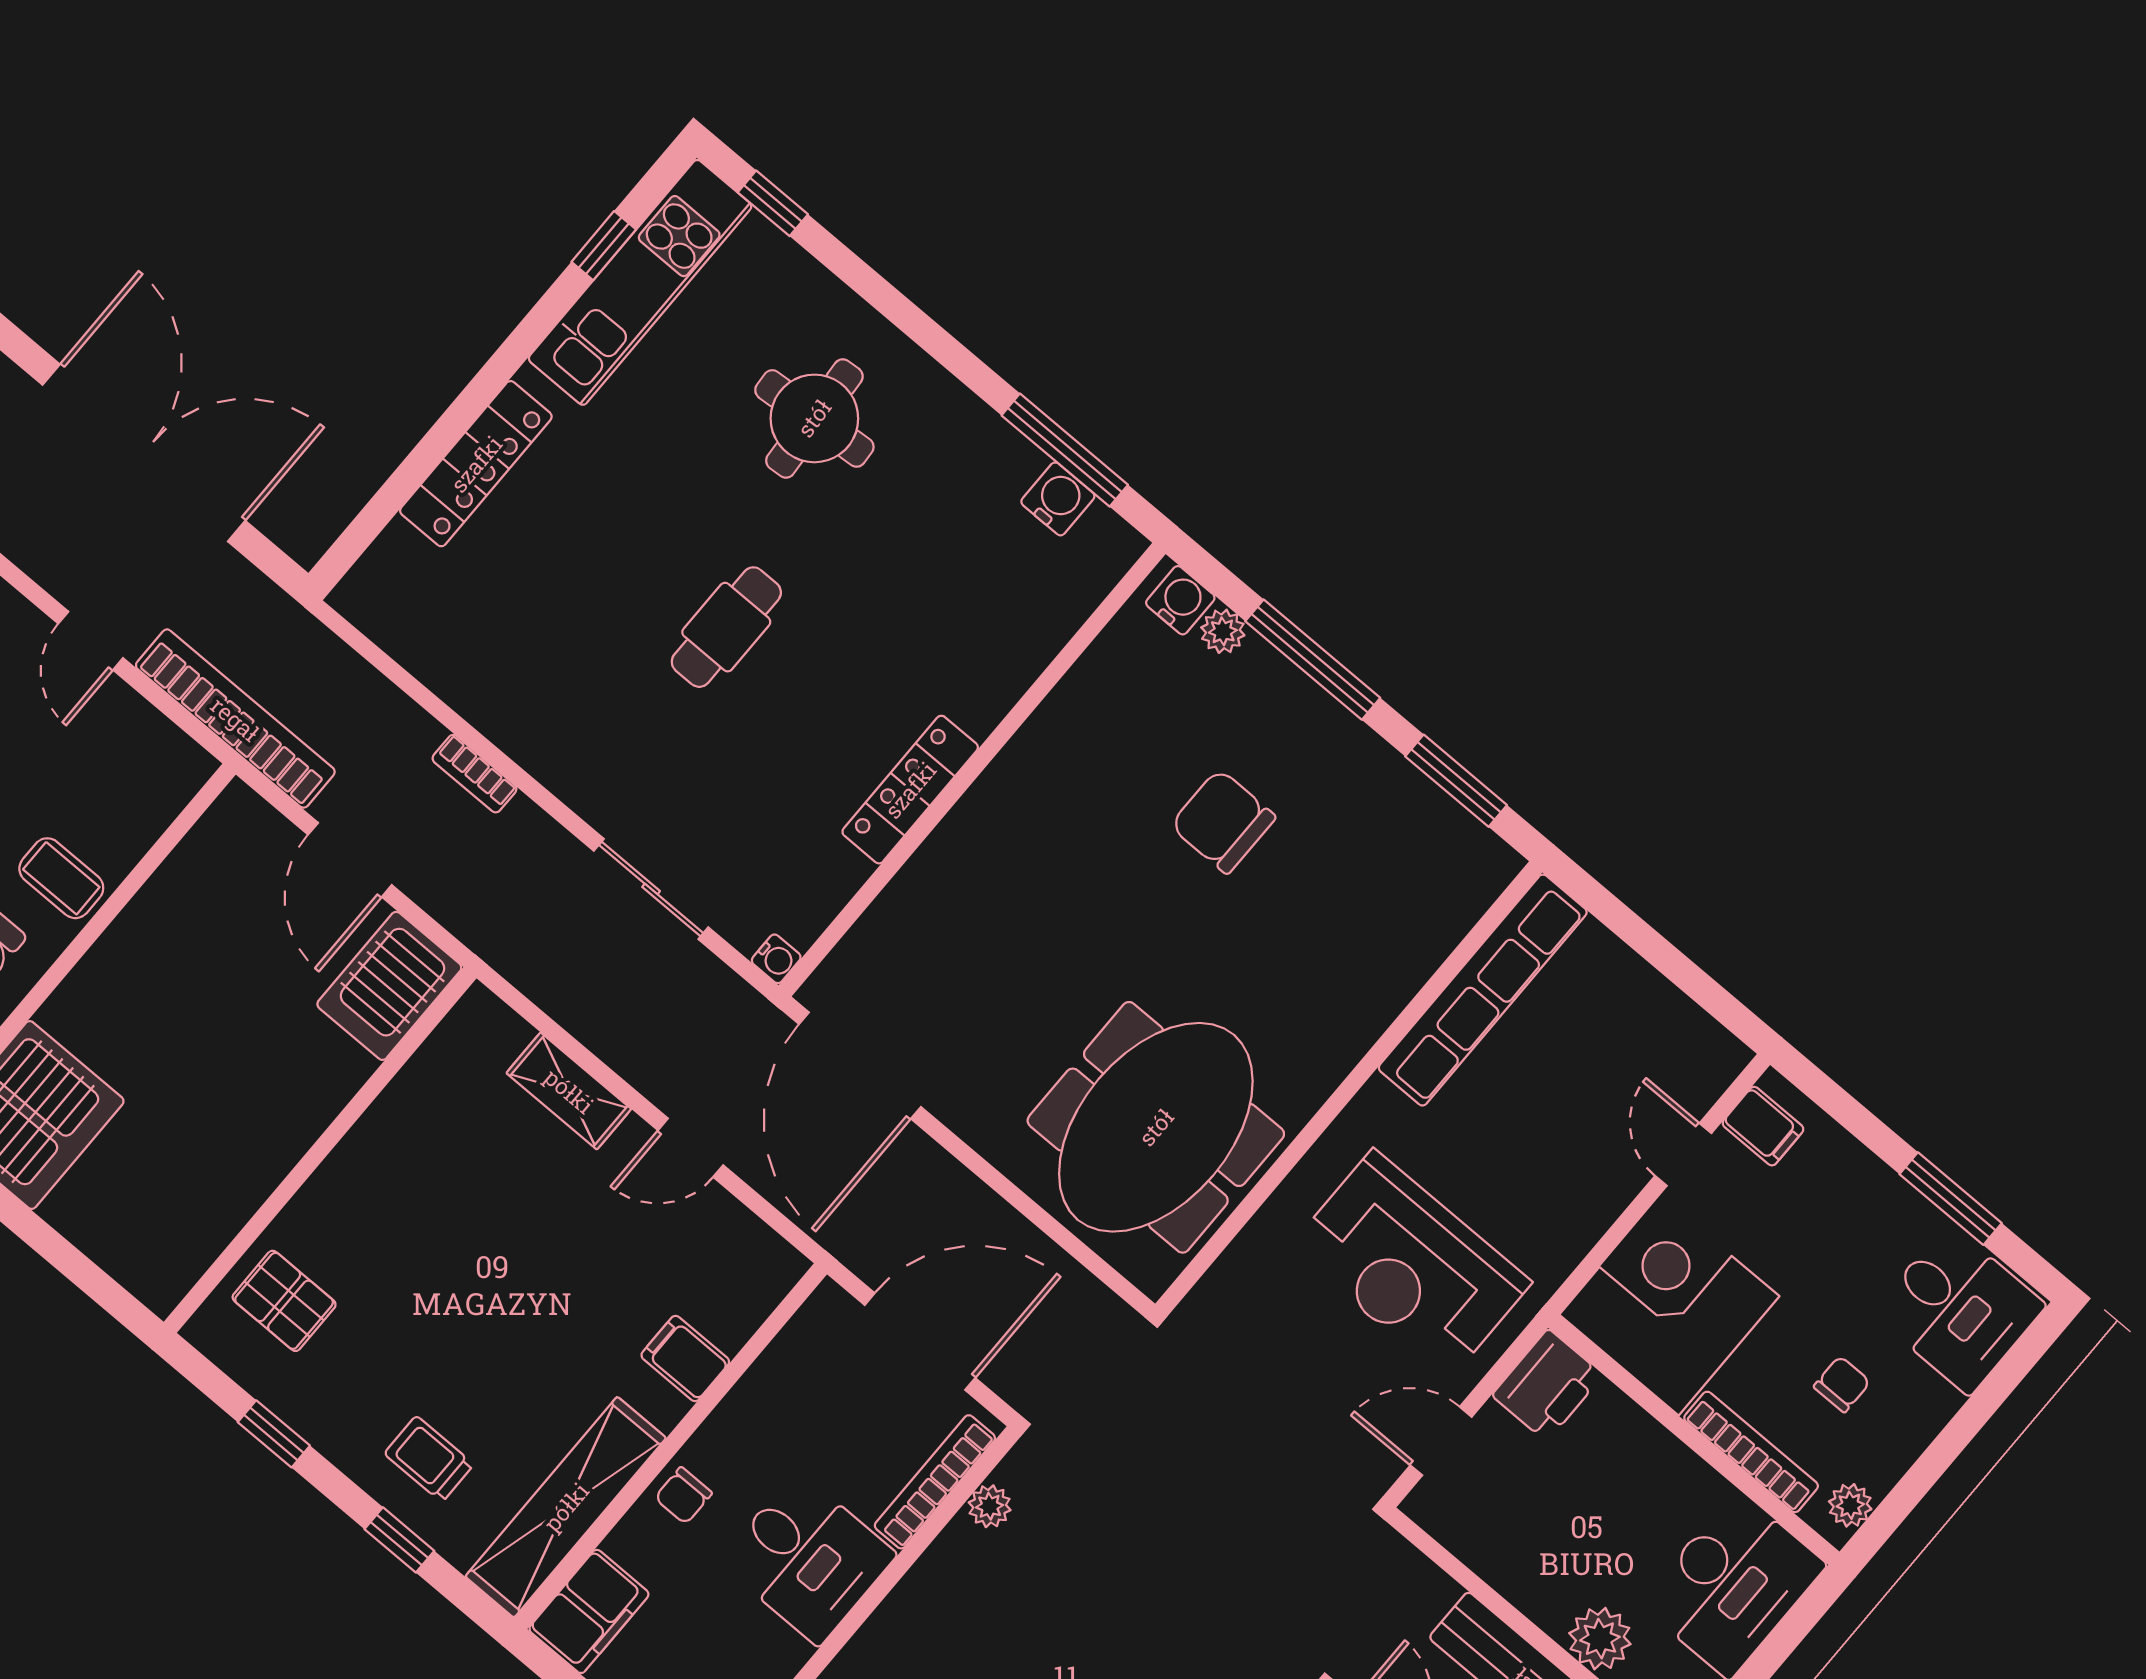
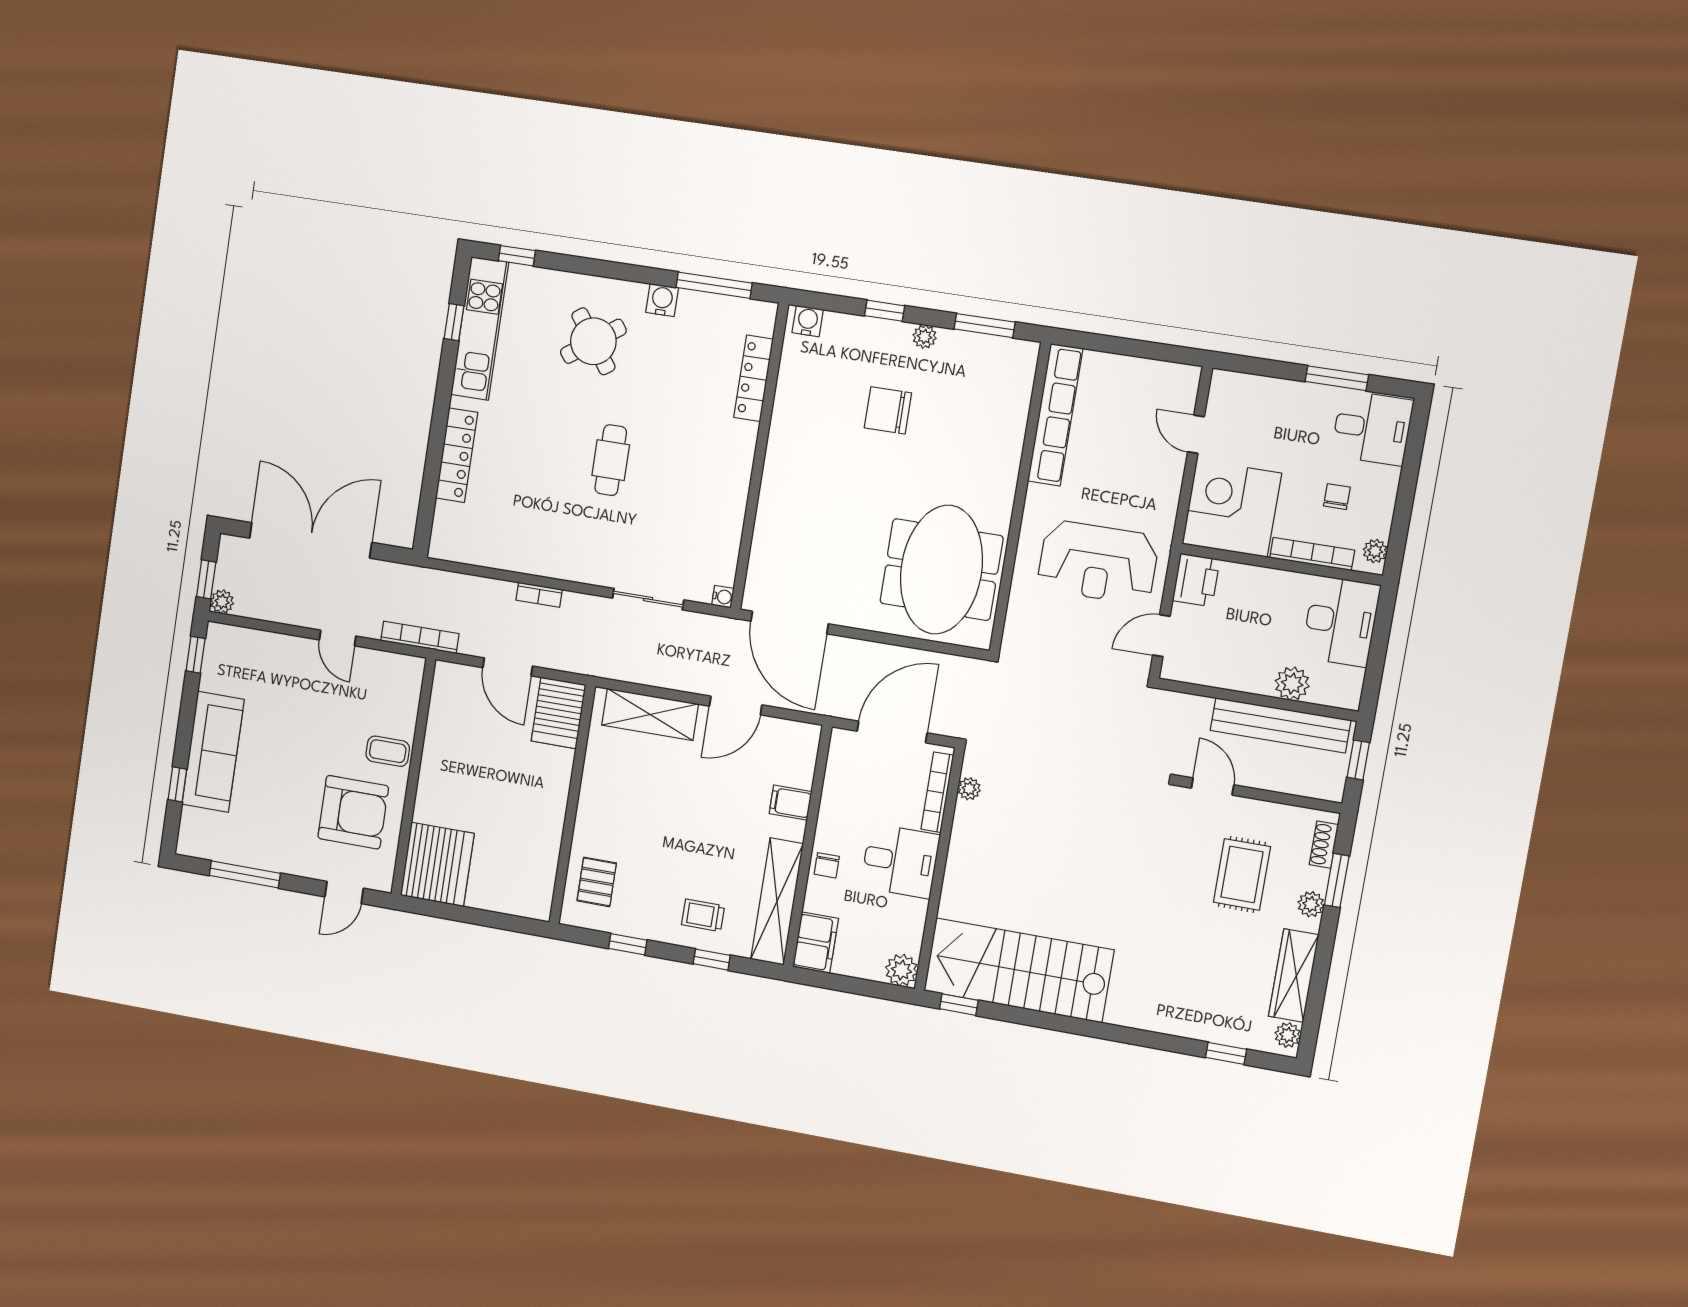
round table: (814, 418) -> (593, 341), turned -32
water cooler: (1058, 499) -> (662, 300), moved
plant: (1223, 631) -> (925, 337), moved
window: (1313, 660) -> (885, 311), width x0.46
bookcase: (235, 719) -> (420, 637), width x0.68, depth x0.76
locker: (910, 790) -> (753, 378), moved
shelving: (569, 1091) -> (650, 714), width x1.50, depth x1.33
filing cabinet: (1763, 1126) -> (1226, 398), removed
door: (691, 1148) -> (736, 706), width x1.38
pallet: (284, 1301) -> (597, 882), turned 90

